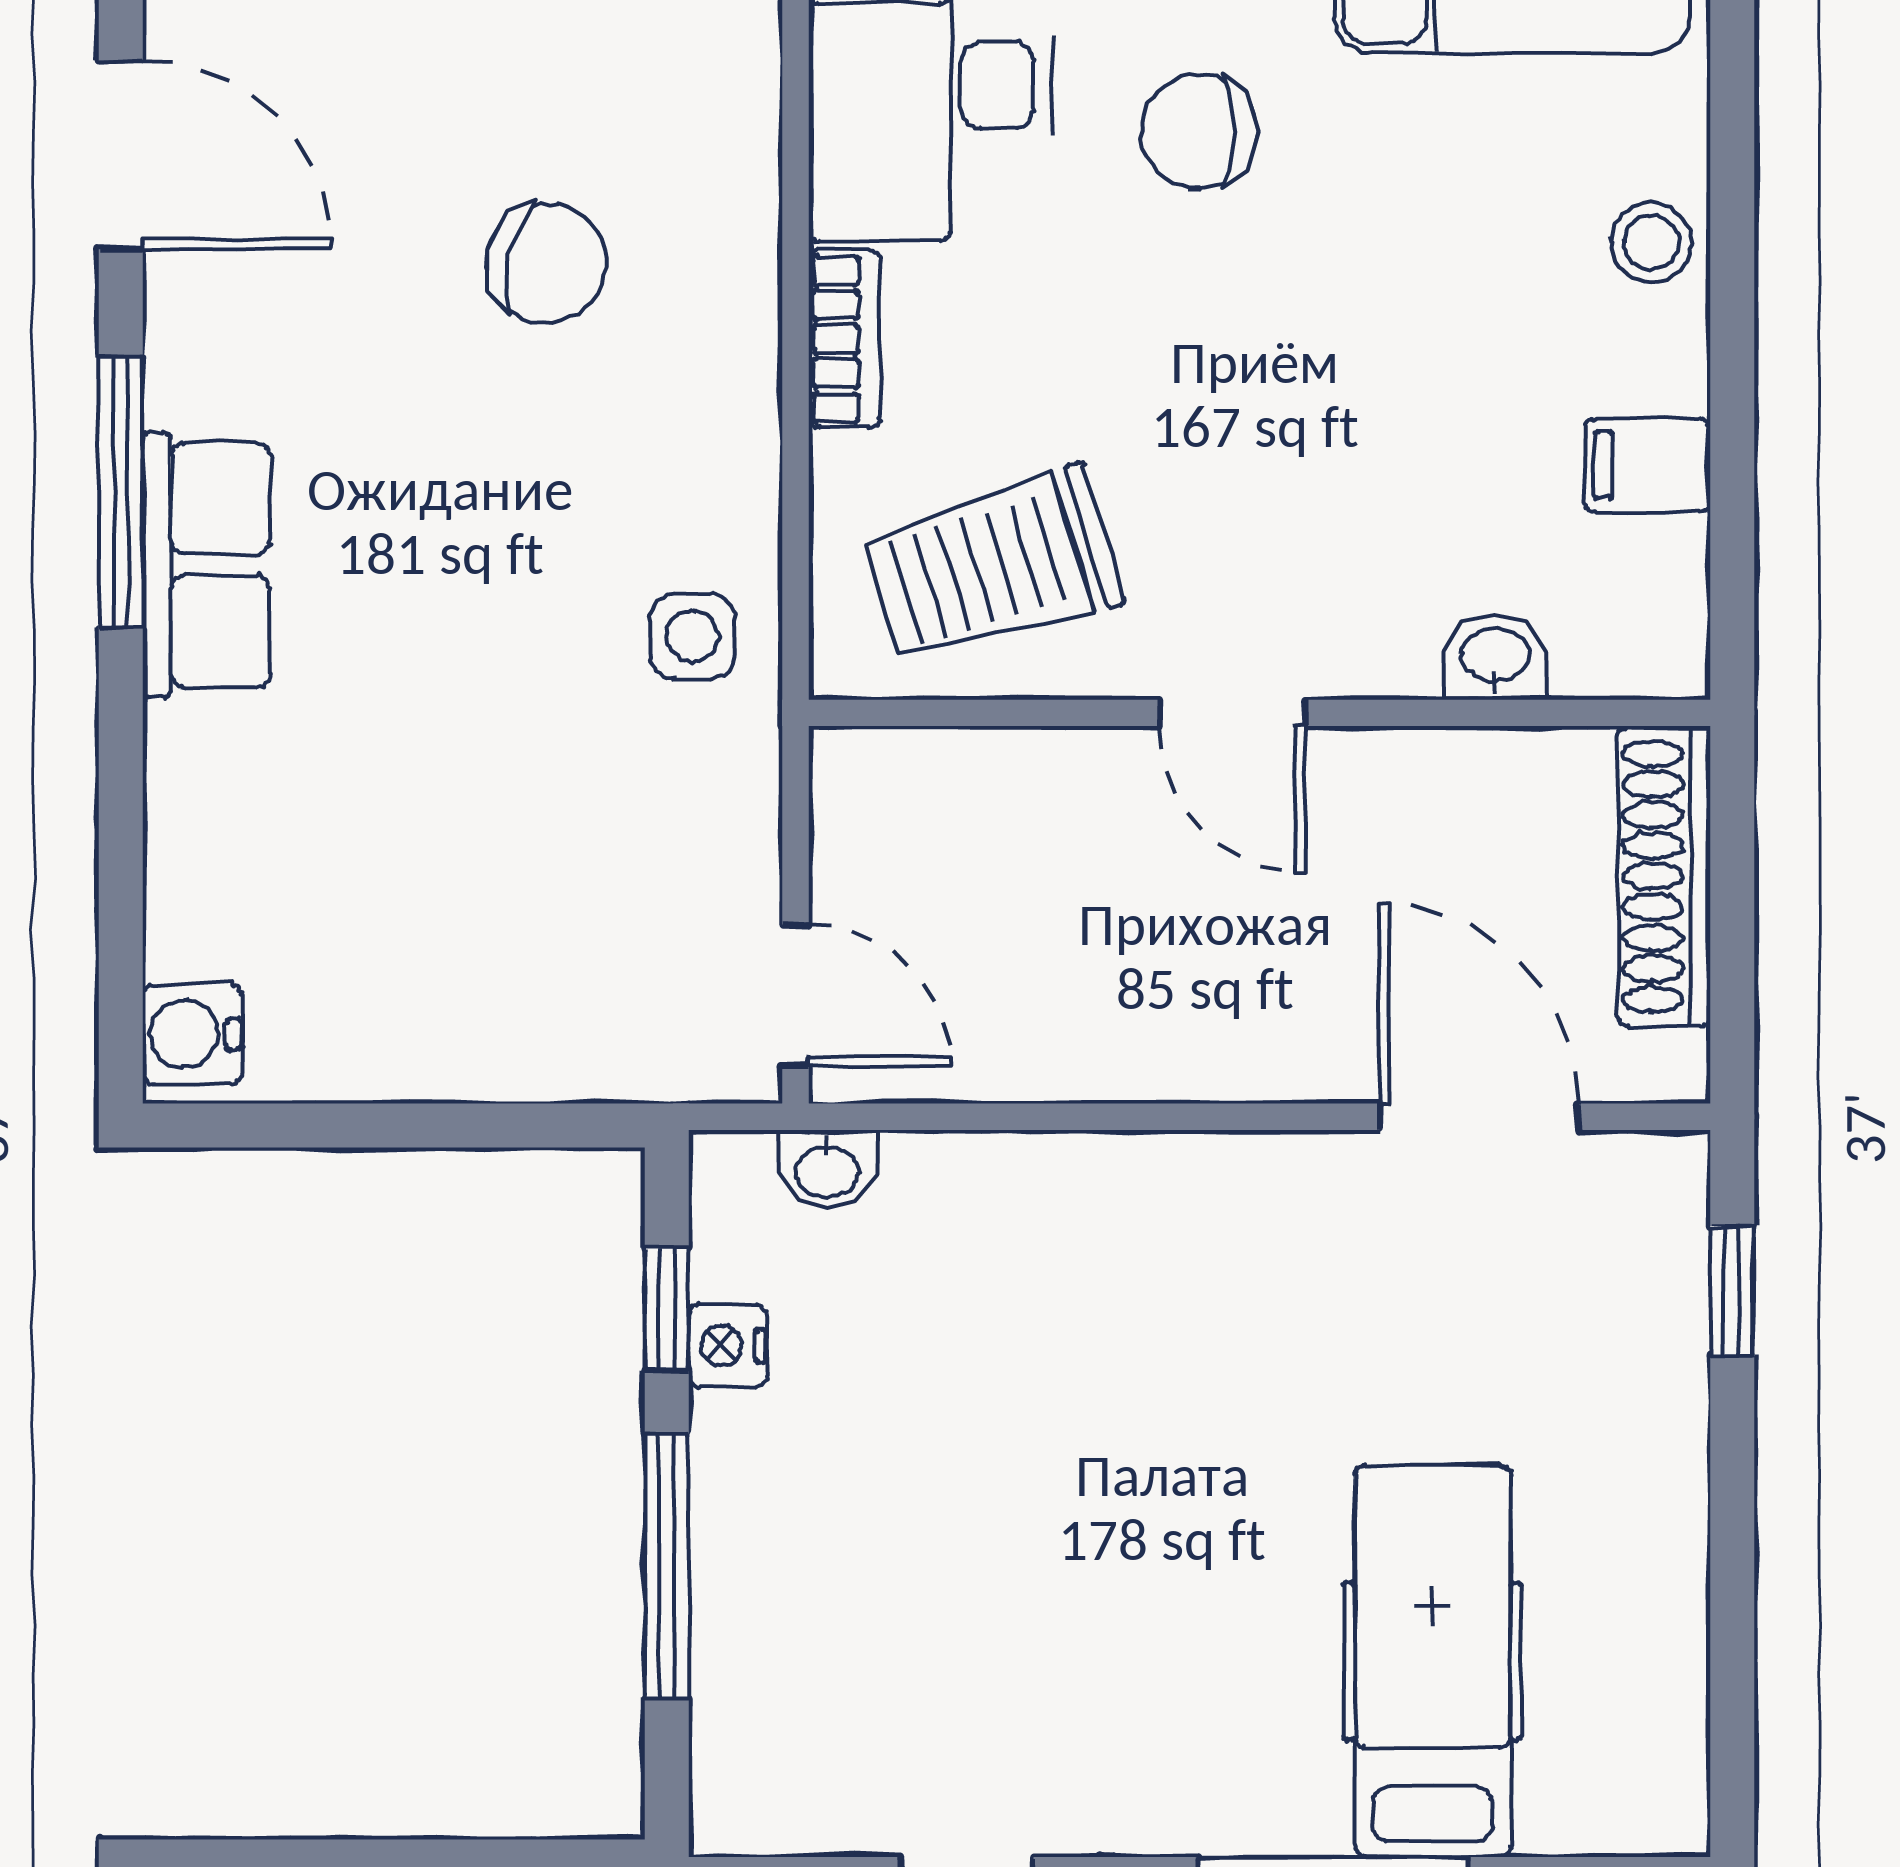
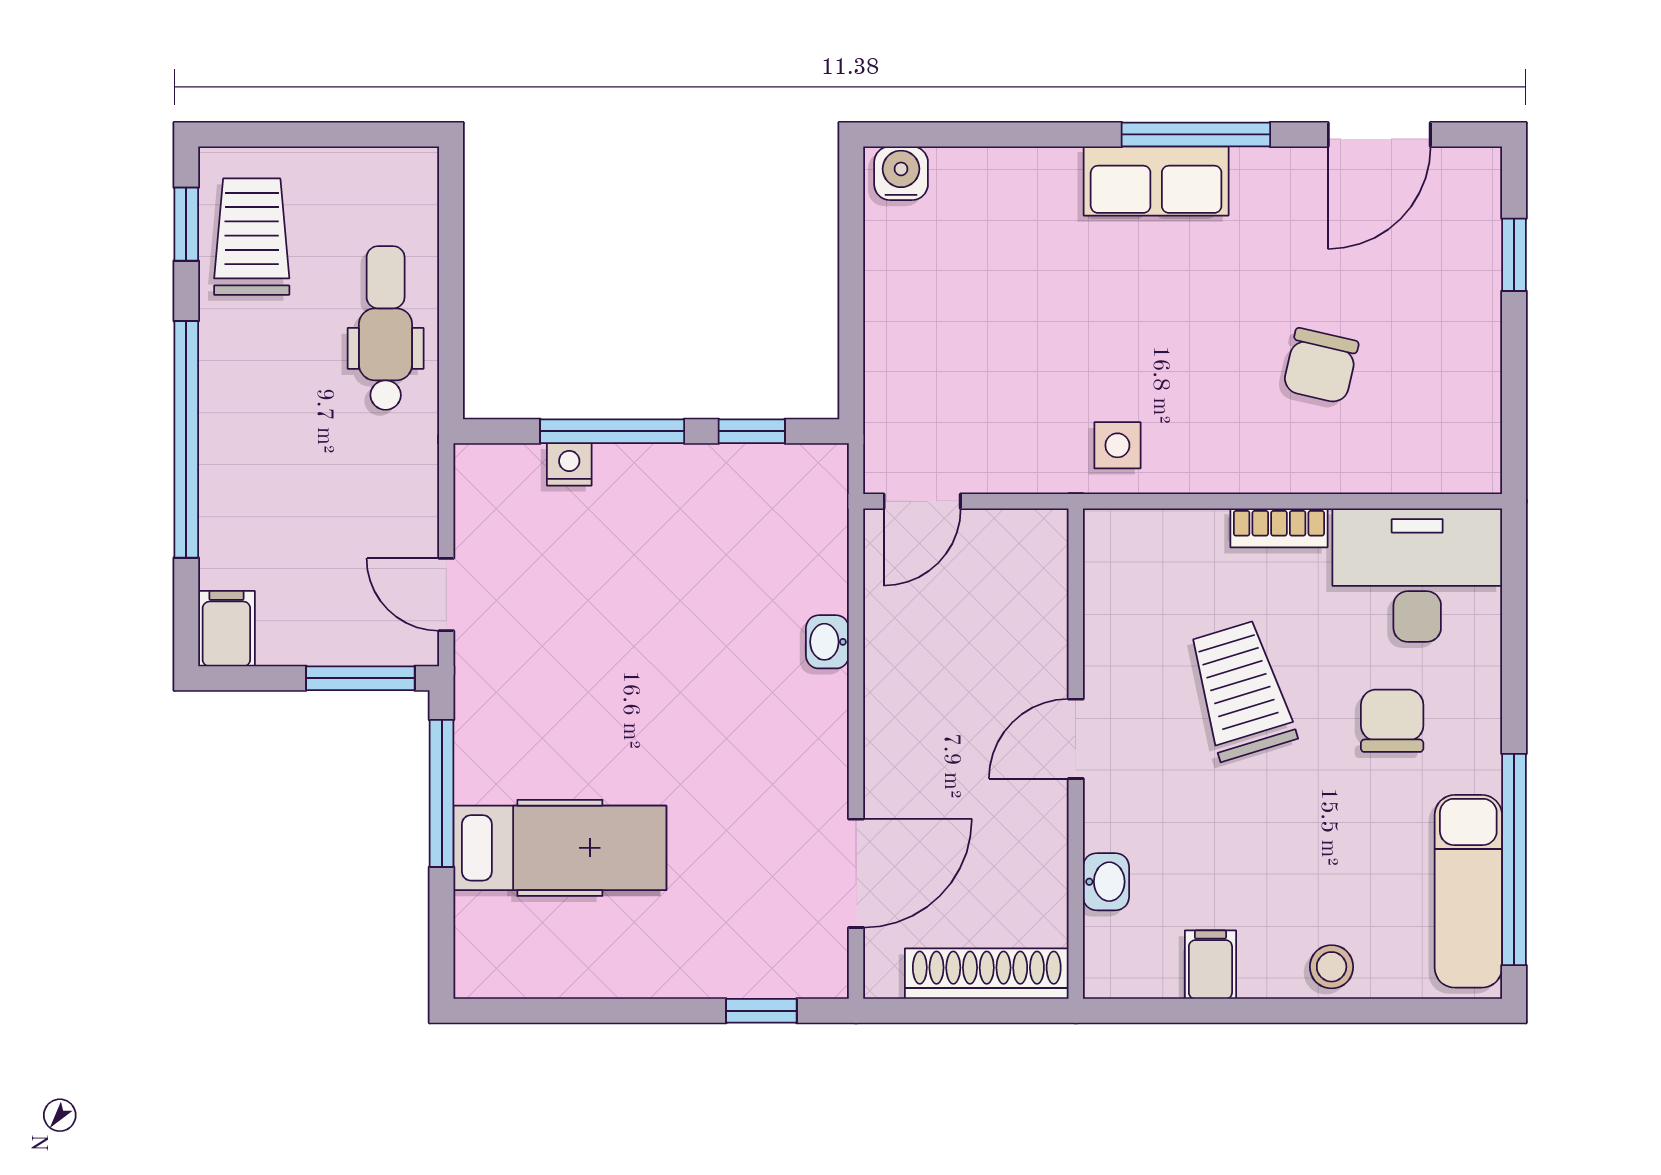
trolley: (993, 566) -> (1241, 691), moved
washbasin: (827, 1169) -> (827, 642), moved
nightstand: (727, 1345) -> (569, 464), moved

